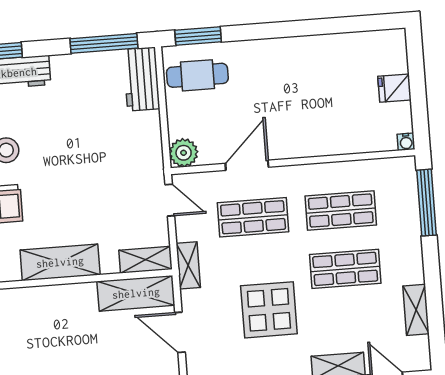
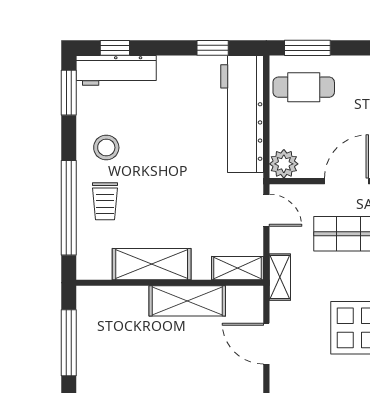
window: (104, 43) -> (213, 48), width x0.46
workbench: (141, 79) -> (242, 114), width x1.87, depth x1.32
shelving: (136, 293) -> (187, 301), moved

